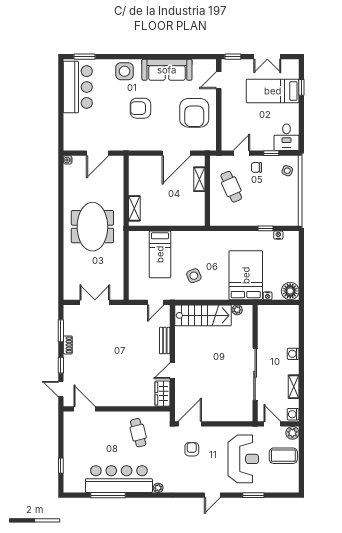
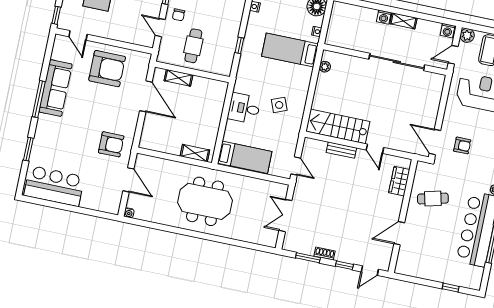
window: (85, 57) -> (28, 149), moved
window: (154, 57) -> (39, 99), added
side table: (124, 71) -> (48, 133), removed
armchair: (140, 108) -> (111, 144), moved, turned -90
cafe table: (231, 187) -> (193, 46), turned -66
window: (265, 228) -> (239, 45), moved
desk: (184, 244) -> (244, 108), added
bed: (160, 254) -> (245, 157), moved
bed: (246, 275) -> (290, 50), width x0.67
door: (156, 302) -> (296, 166), moved
stairs: (203, 315) -> (338, 126), moved, turned -90
shelving: (294, 387) -> (403, 21), moved
wardrobe: (163, 394) -> (399, 181), moved, turned 90
door: (85, 409) -> (399, 233), moved
armchair: (192, 449) -> (462, 145), turned 180

